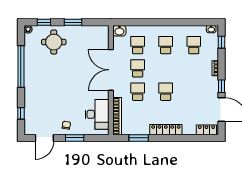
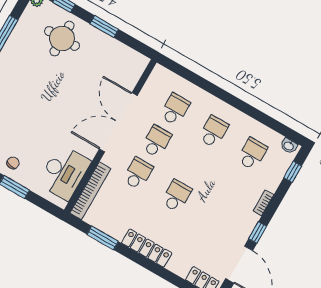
washbasin: (119, 31) -> (161, 75), removed

